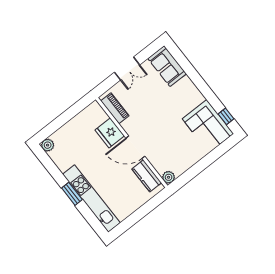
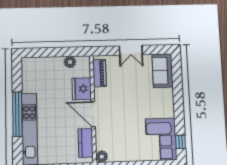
plant: (48, 145) -> (70, 62), moved
window: (72, 194) -> (17, 114), width x2.11

